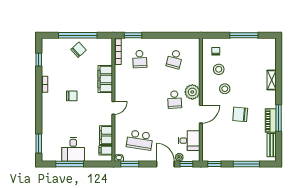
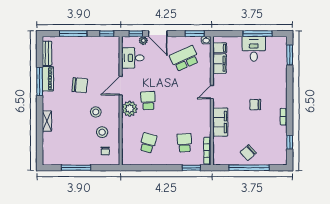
school desk: (140, 140) -> (184, 58), turned -33

